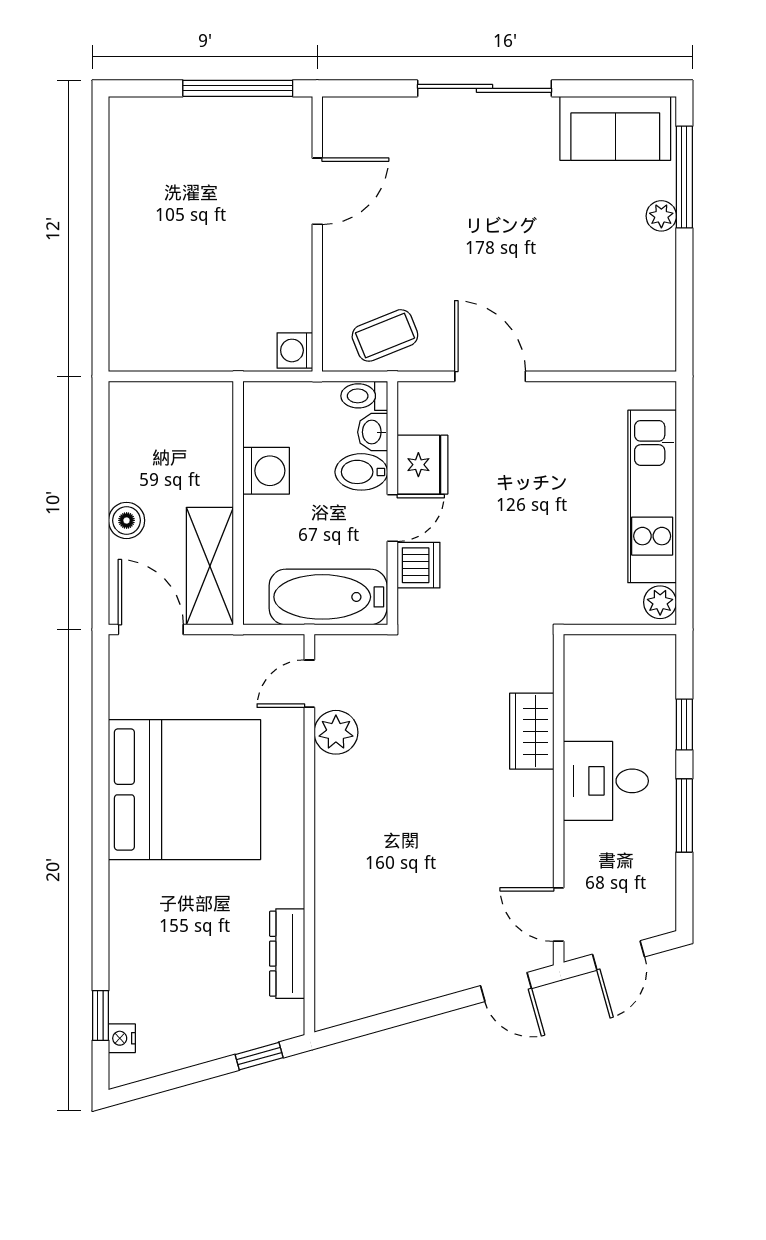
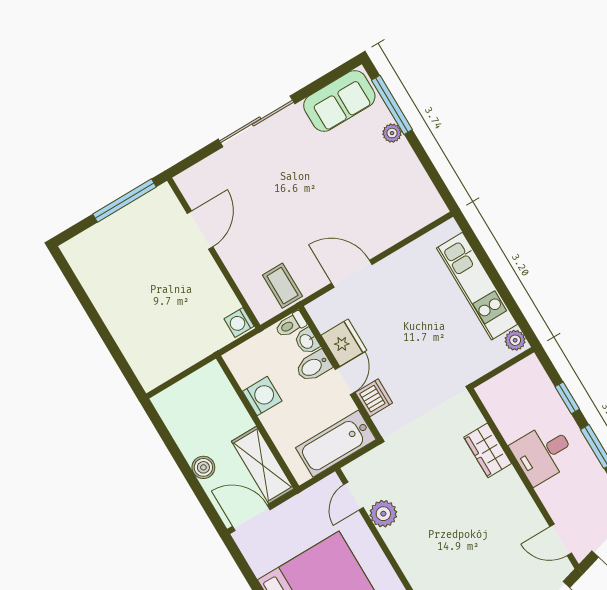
coffee table: (385, 335) -> (282, 286), turned -68

